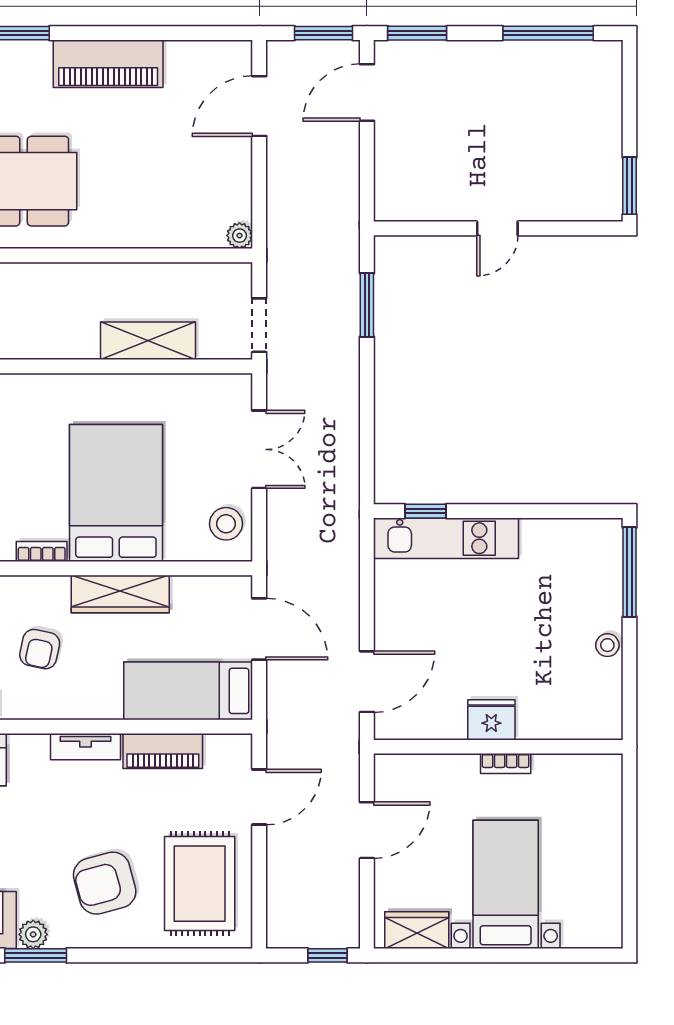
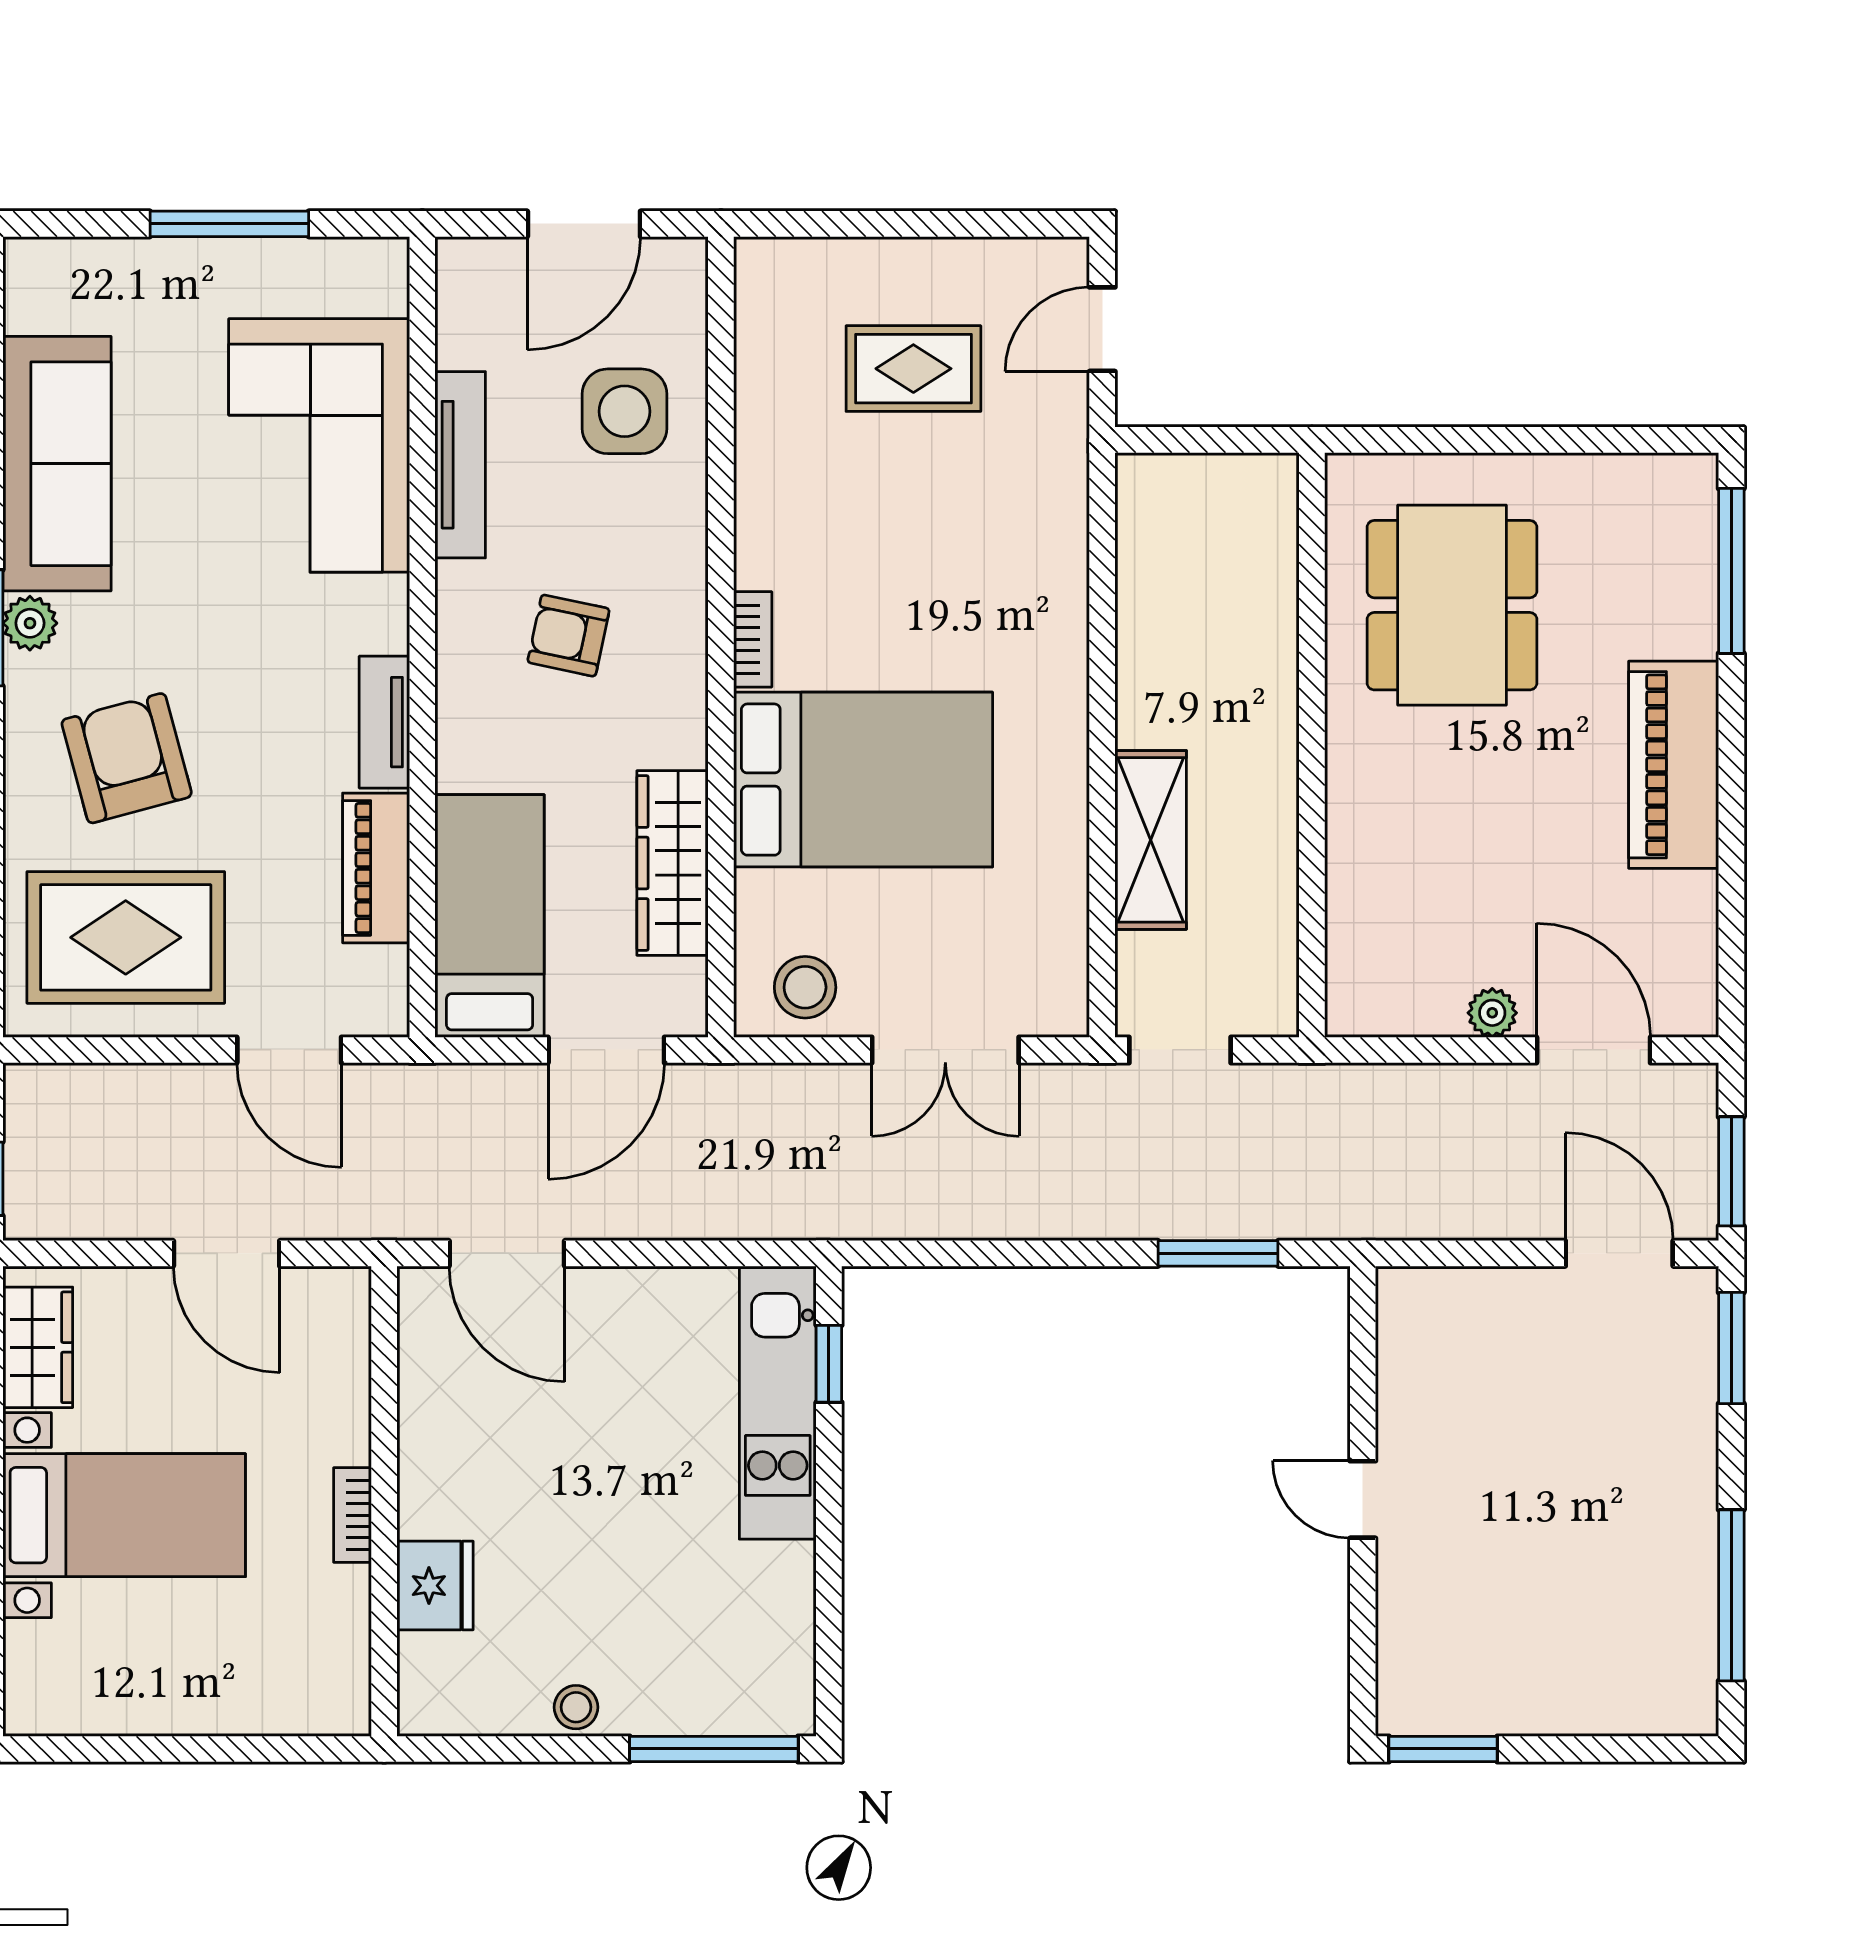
plant: (240, 236) -> (1492, 1013), moved
wardrobe: (120, 594) -> (673, 863), moved
fridge: (491, 720) -> (435, 1586), moved

